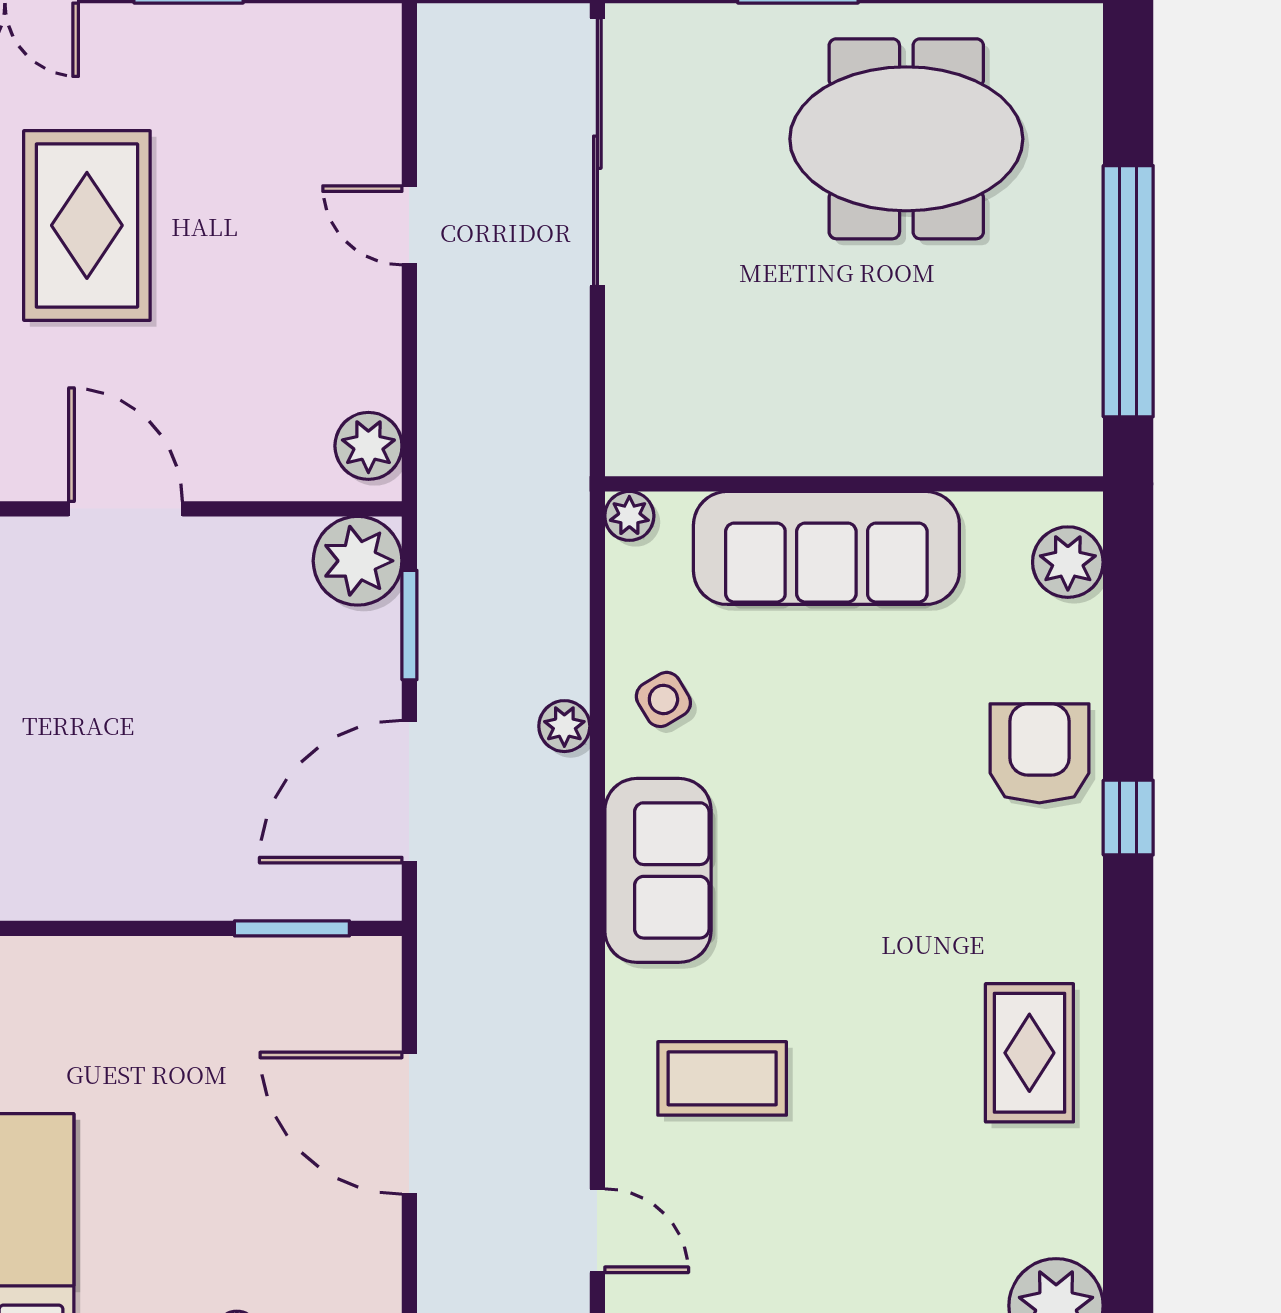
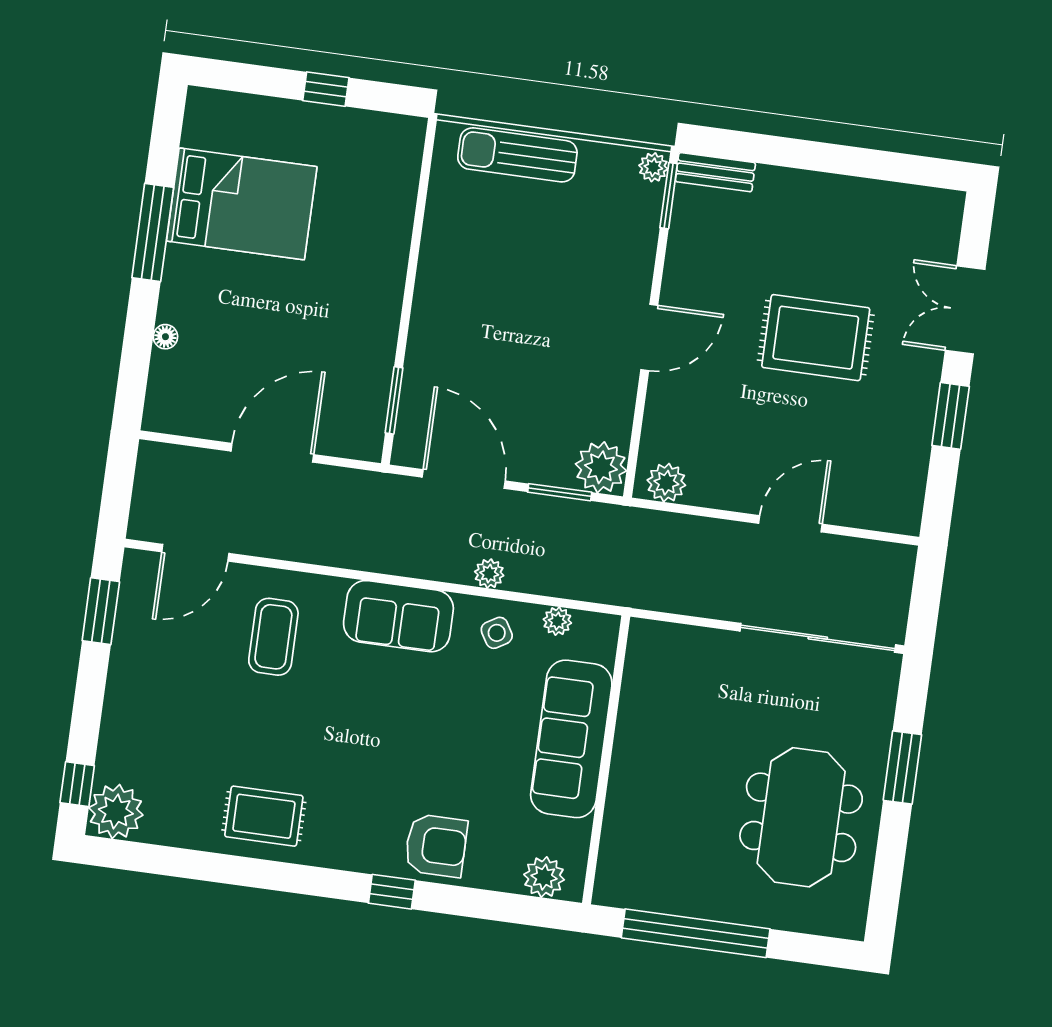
door: (409, 225) -> (790, 524), width x1.38
plant: (629, 516) -> (557, 621), moved
door: (597, 1231) -> (195, 553), width x1.38

